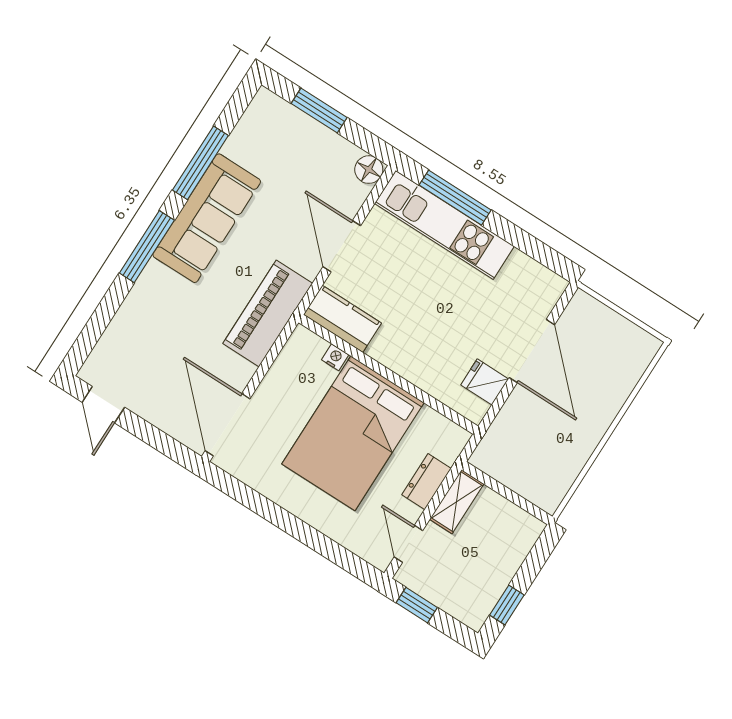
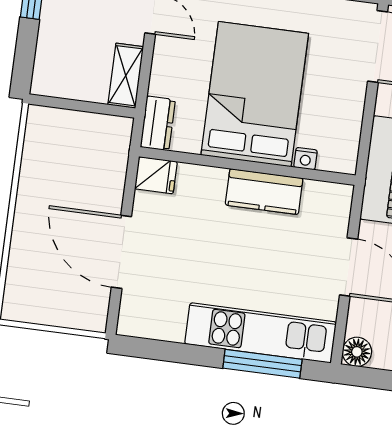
kitchen counter: (342, 319) -> (264, 192), moved
fridge: (485, 382) -> (156, 175), moved
dresser: (426, 482) -> (158, 123), moved

